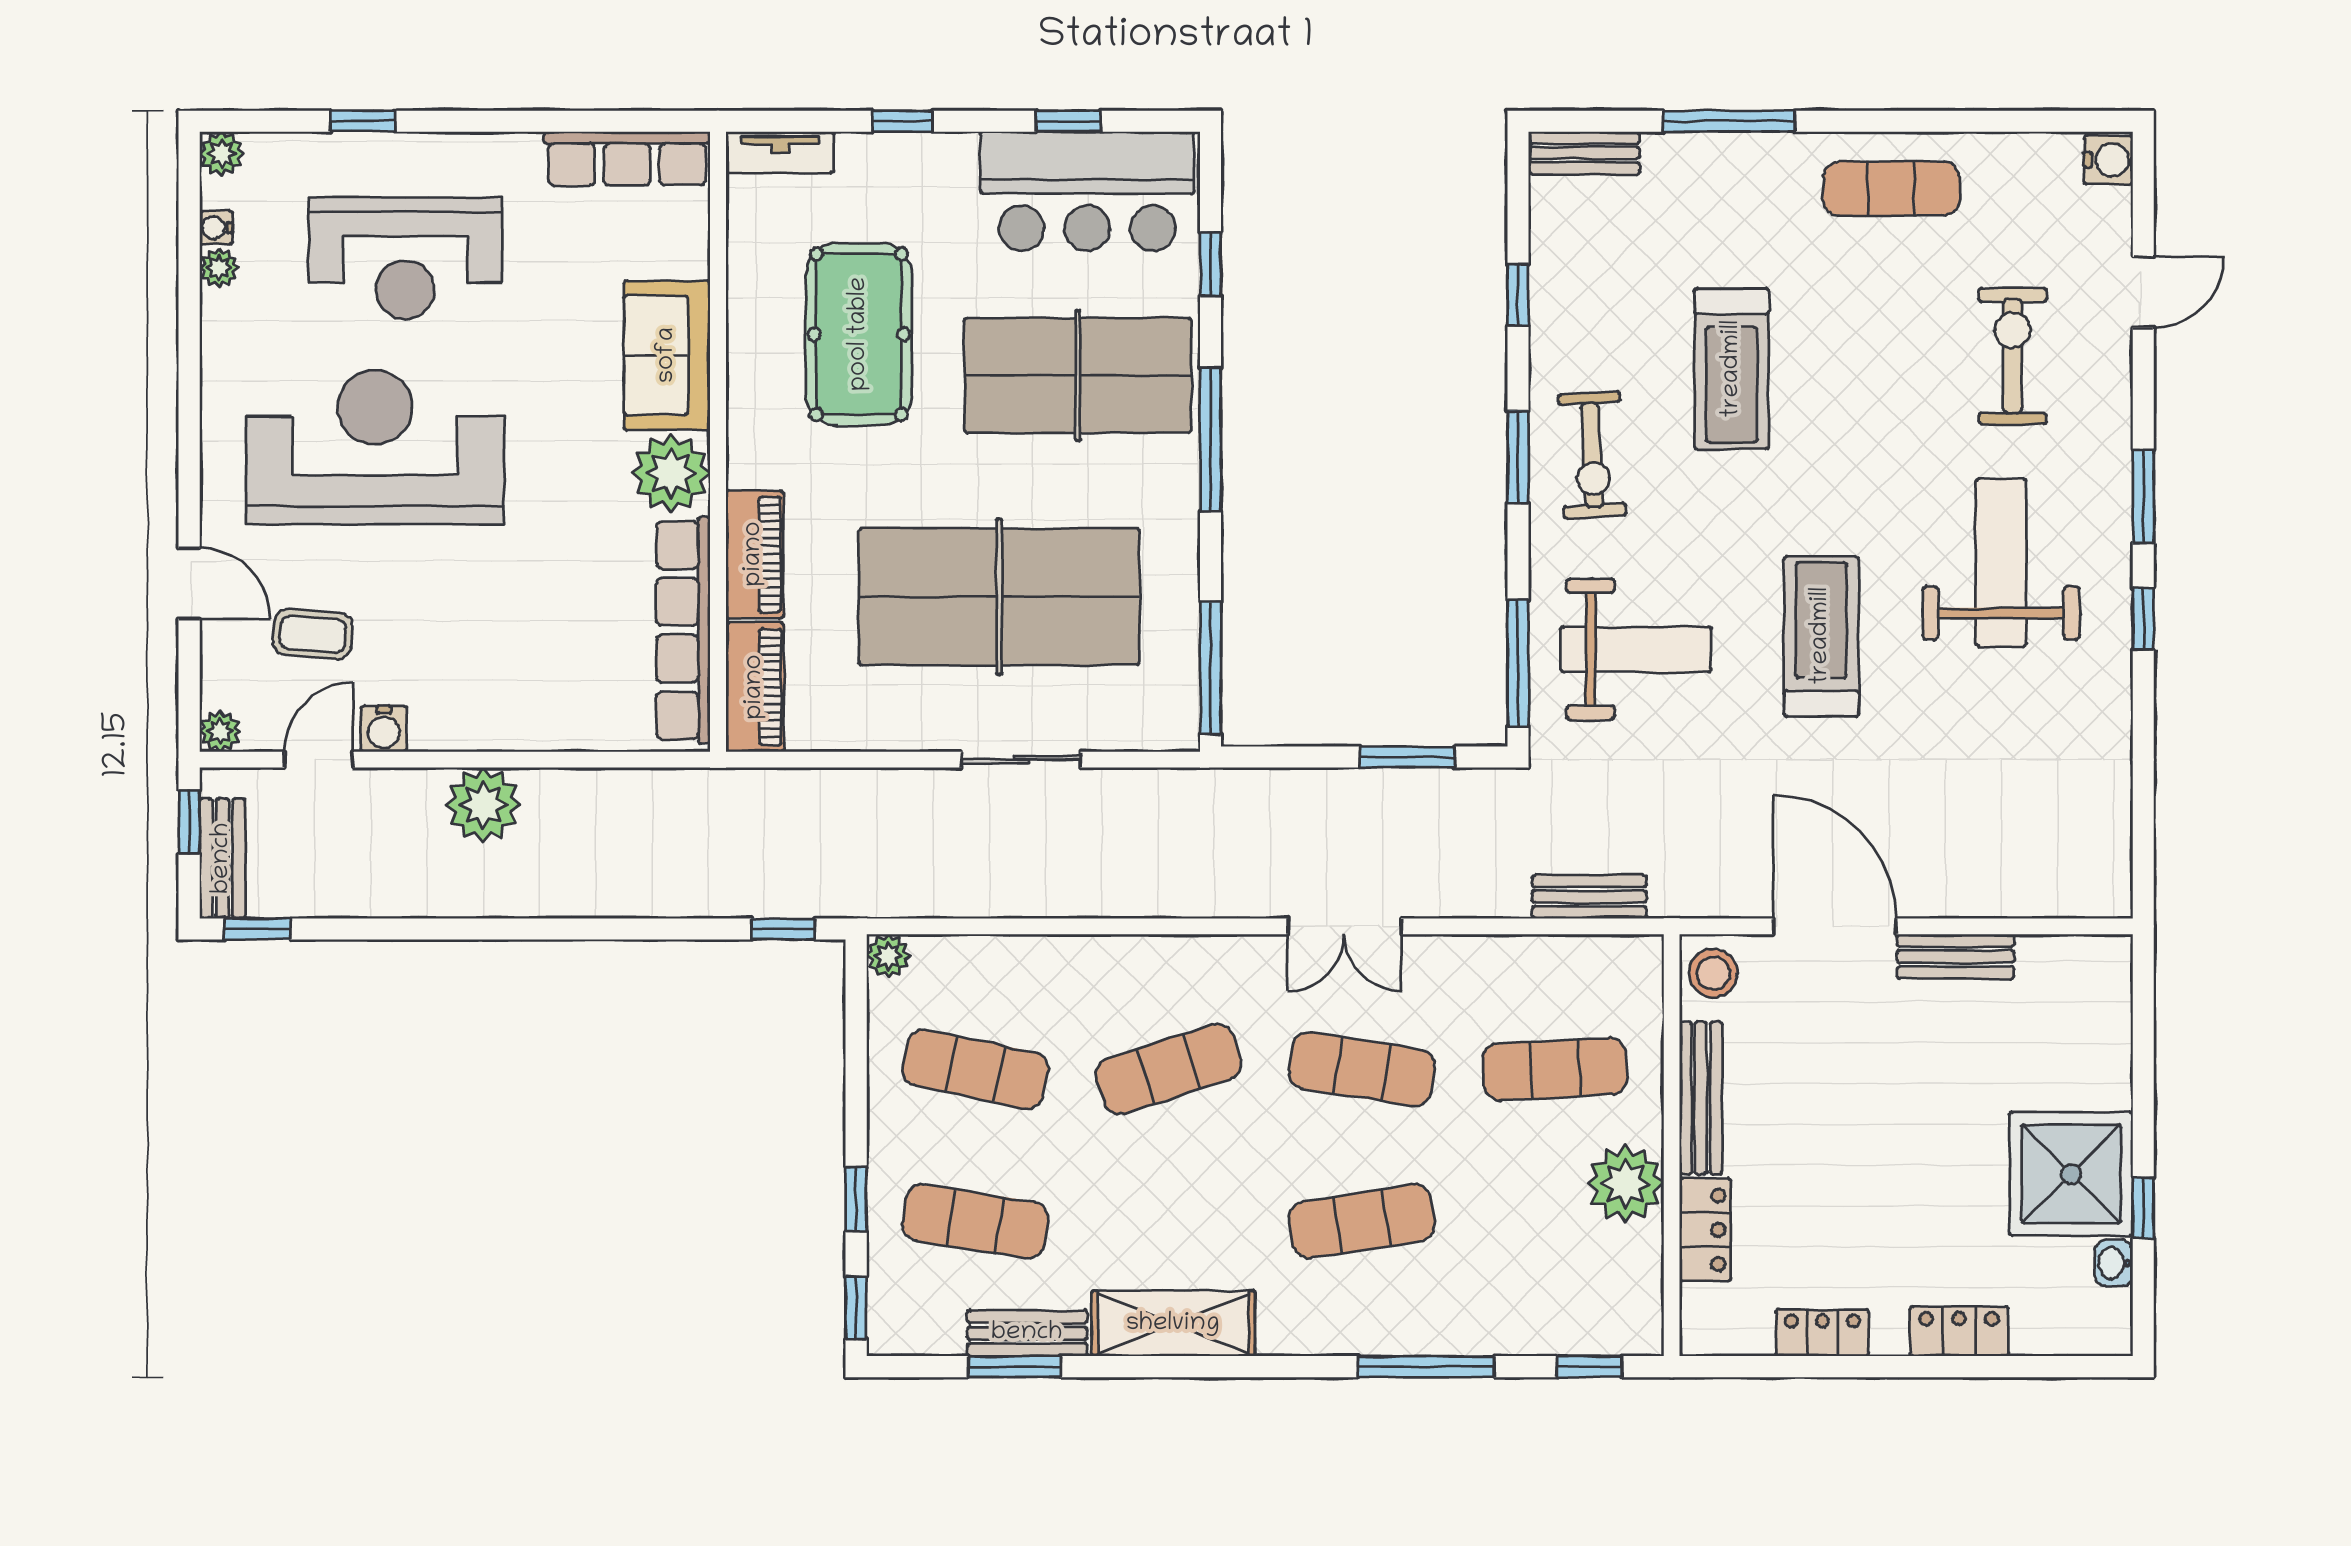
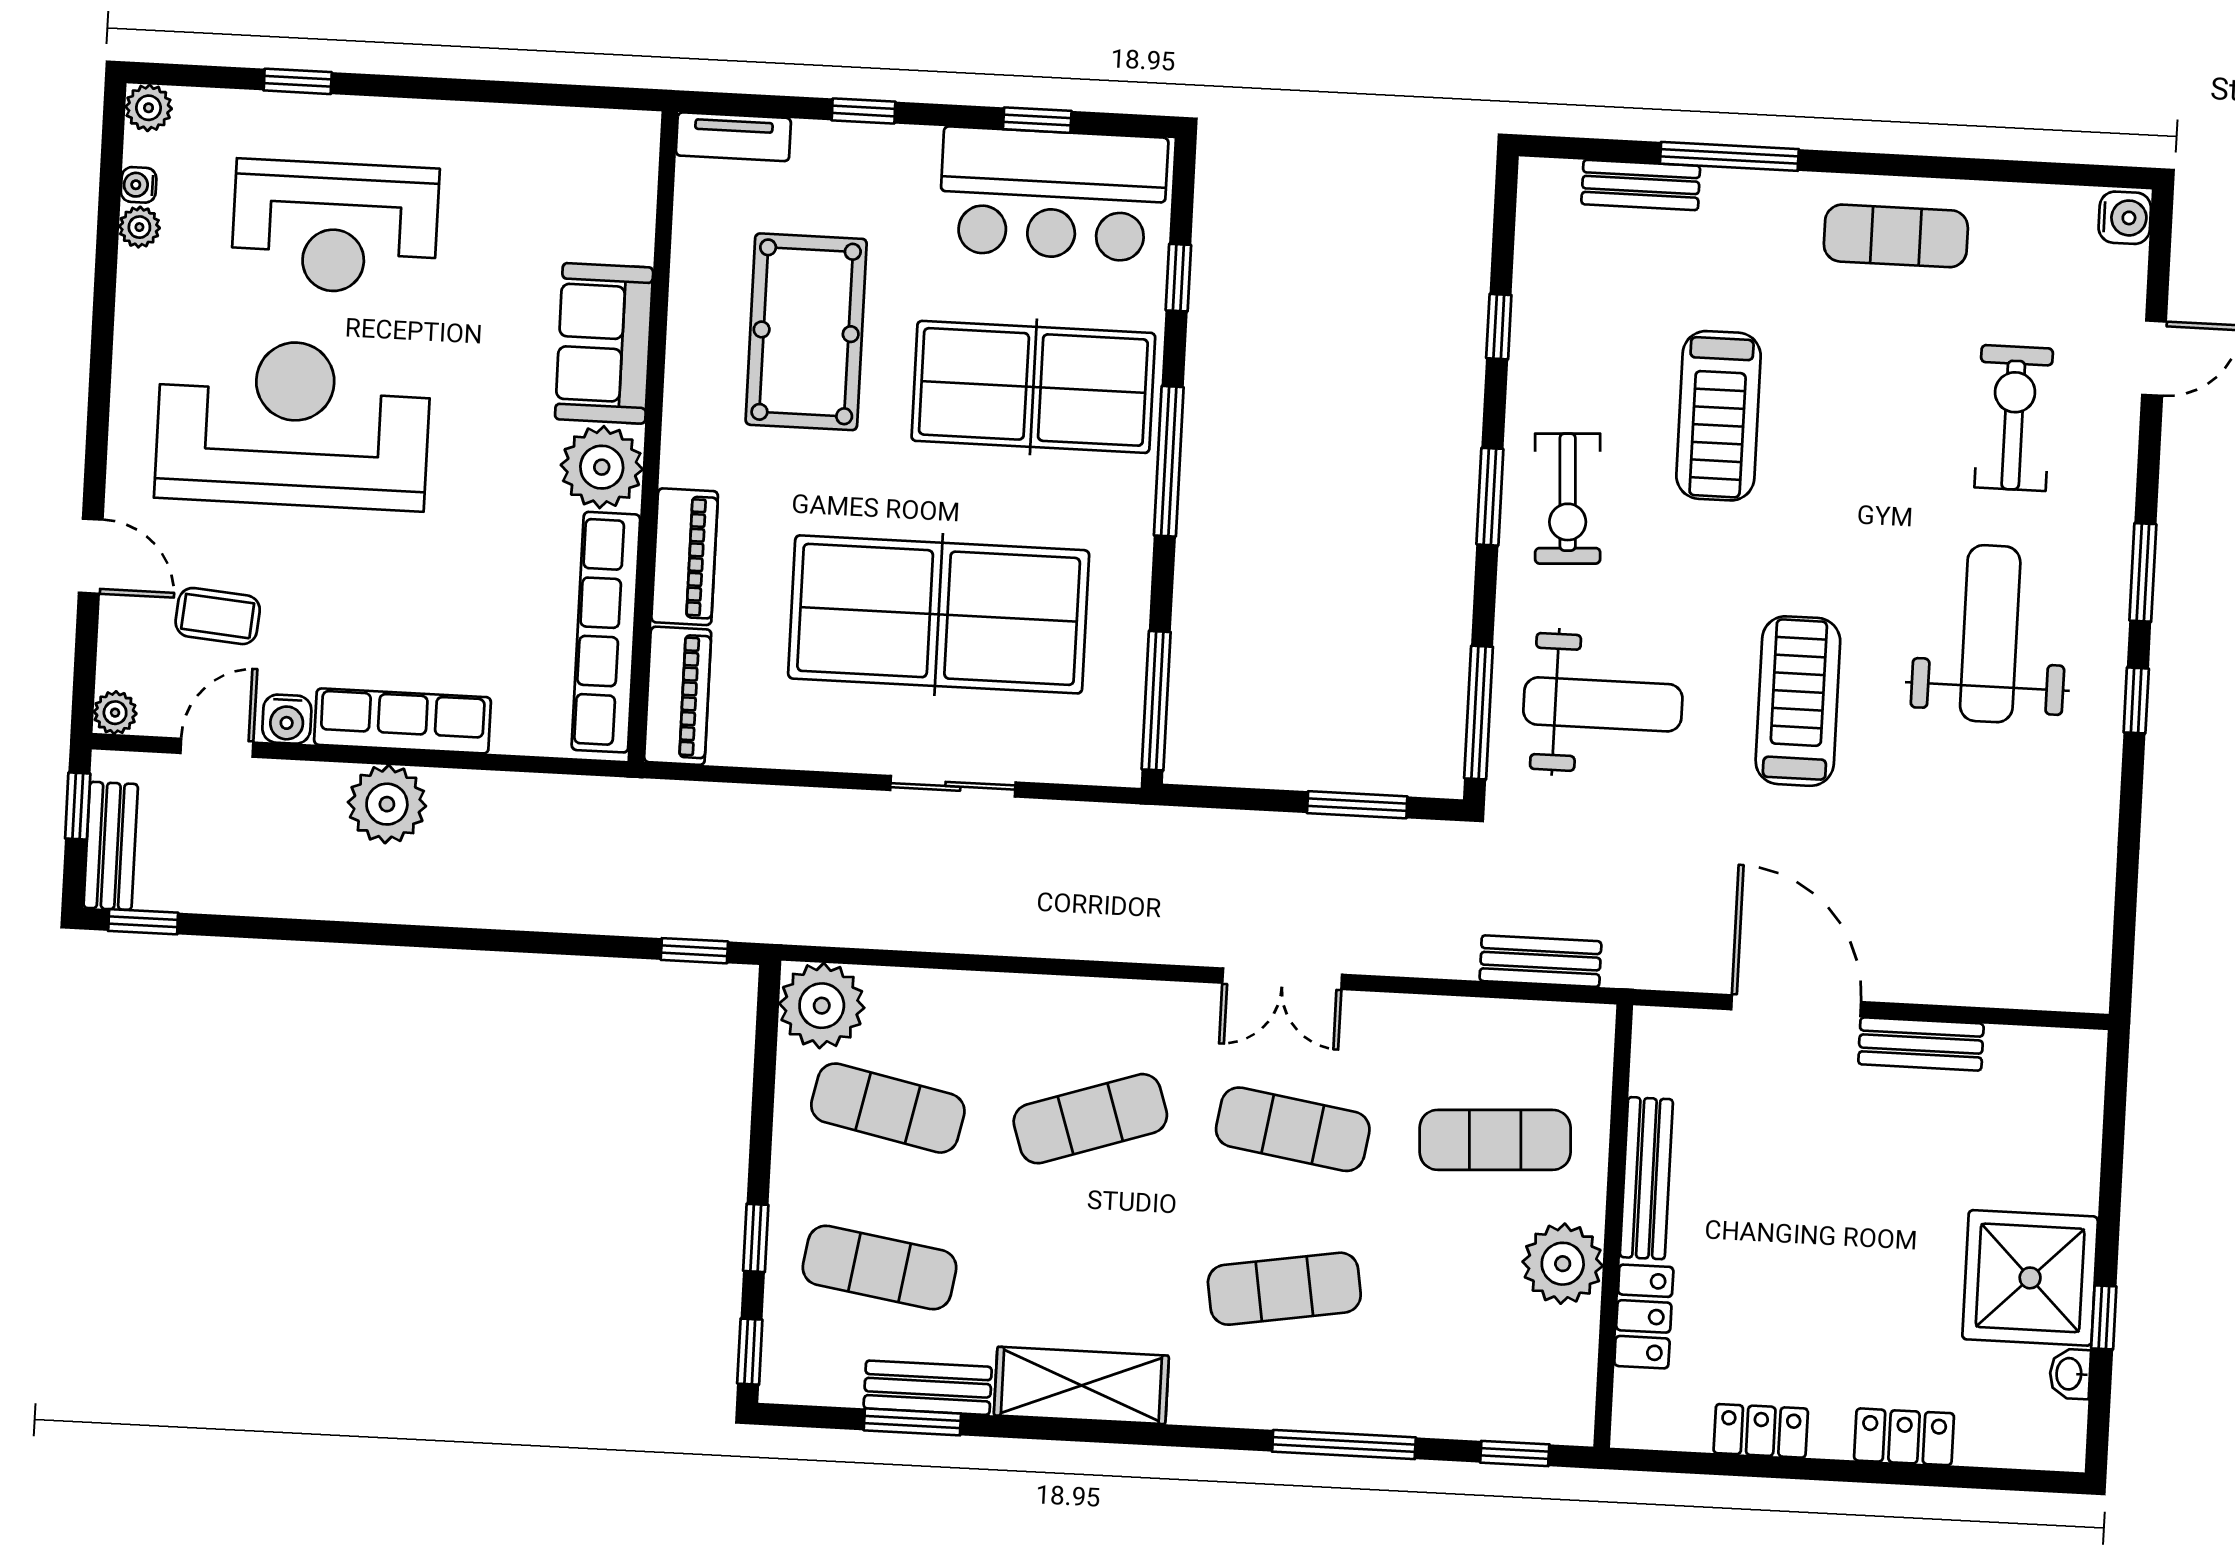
bench: (1584, 153) -> (1641, 185), moved
row of seats: (627, 159) -> (402, 721), moved, turned 180
plant: (888, 956) -> (822, 1006), width x1.87, depth x1.87
stool: (1713, 973) -> (1666, 1048), removed

